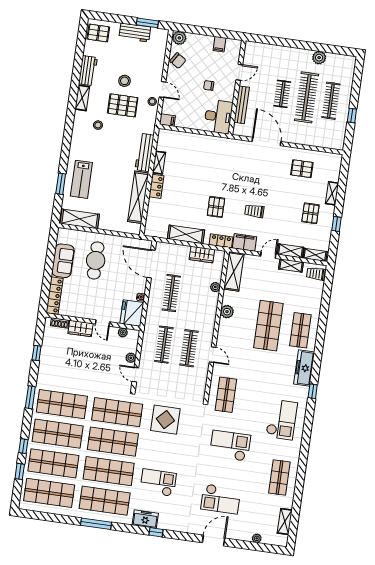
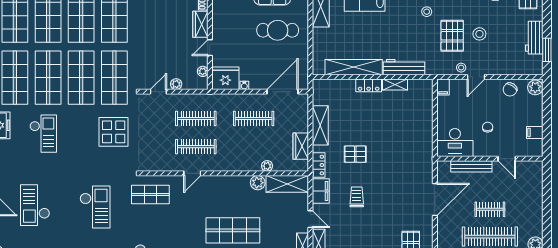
plant: (227, 312) -> (258, 183), moved

